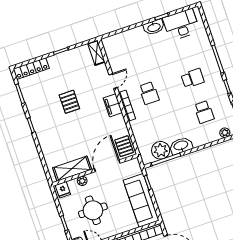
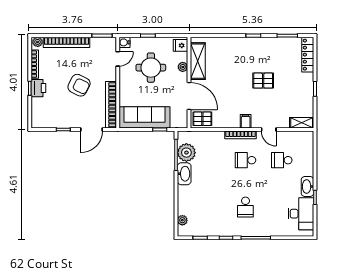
filing cabinet: (113, 105) -> (246, 121), width x0.50
school desk: (204, 112) -> (282, 160), moved

